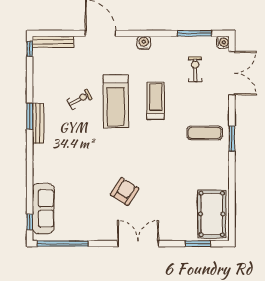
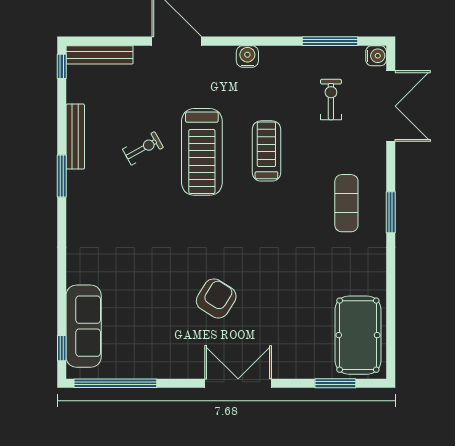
bench: (38, 123) -> (75, 137), moved
exercise mat: (205, 133) -> (346, 203), turned 90

